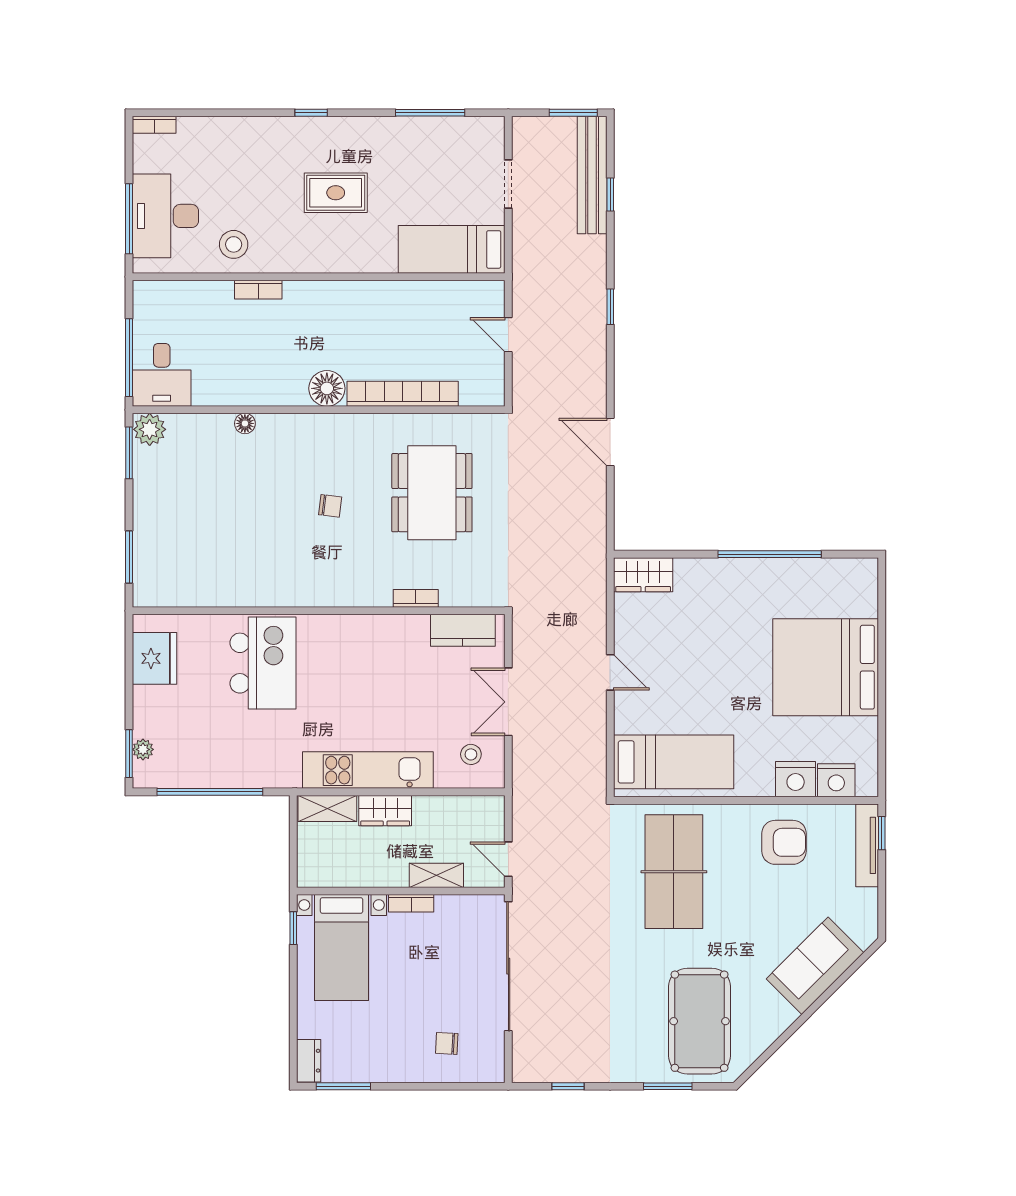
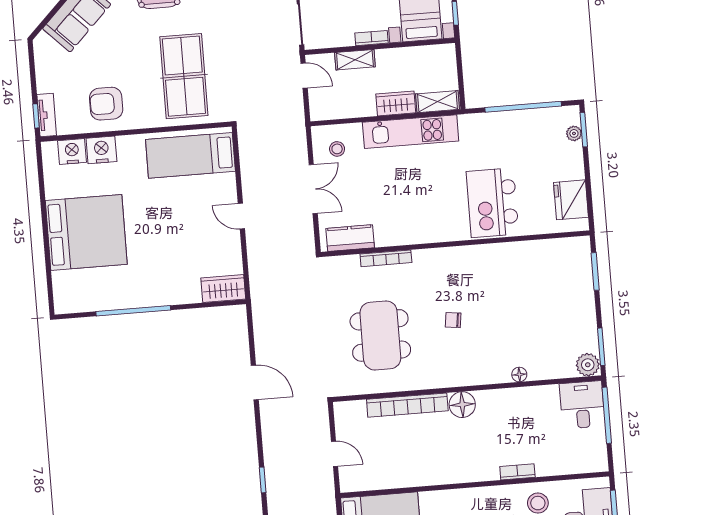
bookcase: (416, 598) -> (386, 258), width x1.56
tv unit: (867, 845) -> (47, 115), width x0.71

